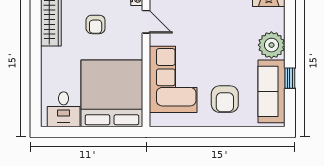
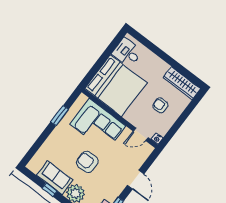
sofa: (271, 91) -> (55, 178), width x0.73
armchair: (225, 99) -> (87, 162), moved
window: (196, 132) -> (60, 116), added

